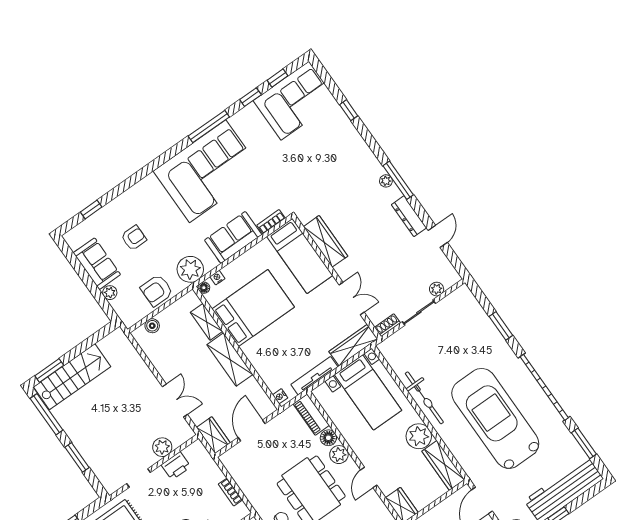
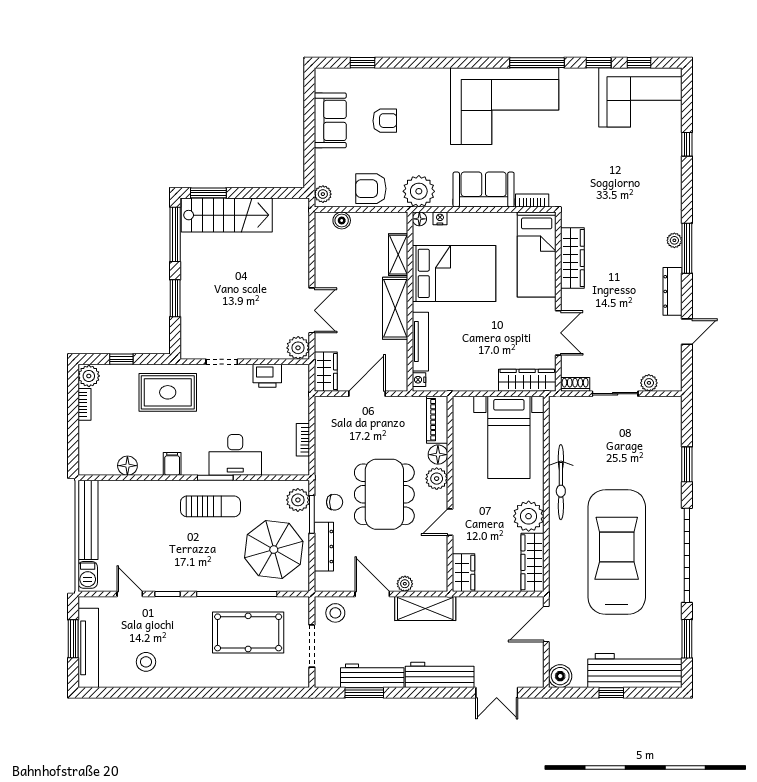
plant: (110, 293) -> (323, 194), moved
tv unit: (314, 376) -> (420, 342), moved, turned 90
plant: (162, 447) -> (298, 348), moved

